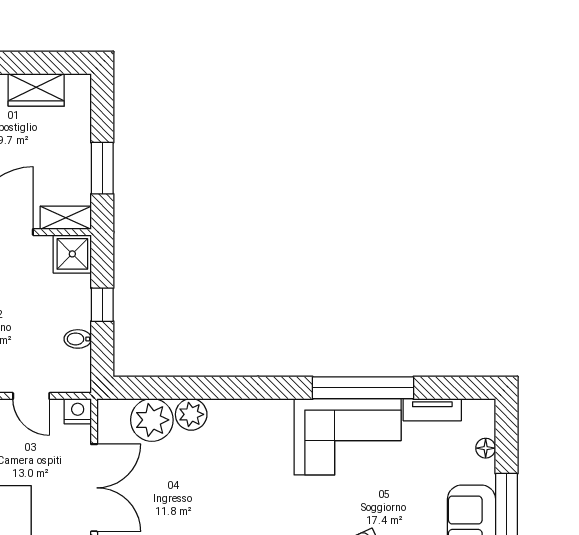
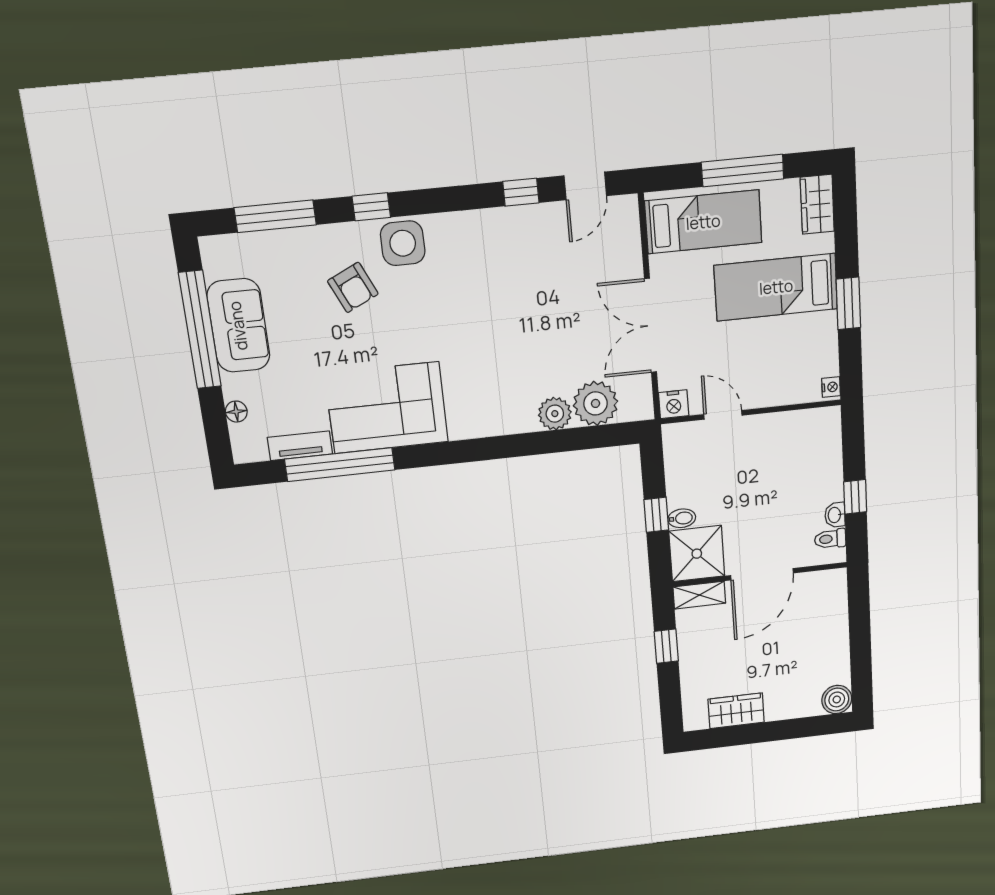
window: (102, 168) -> (666, 646), width x0.67
shower: (72, 254) -> (697, 554), width x1.36, depth x1.36
bidet: (78, 339) -> (682, 518), moved
window: (363, 388) -> (340, 465), moved

